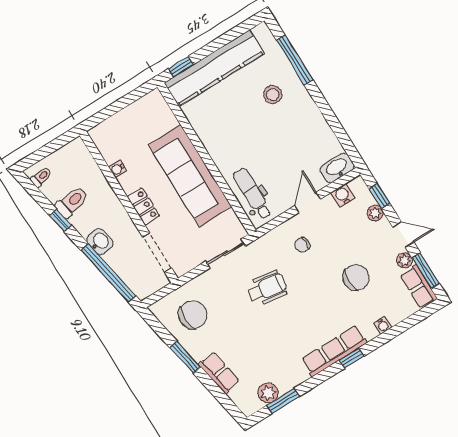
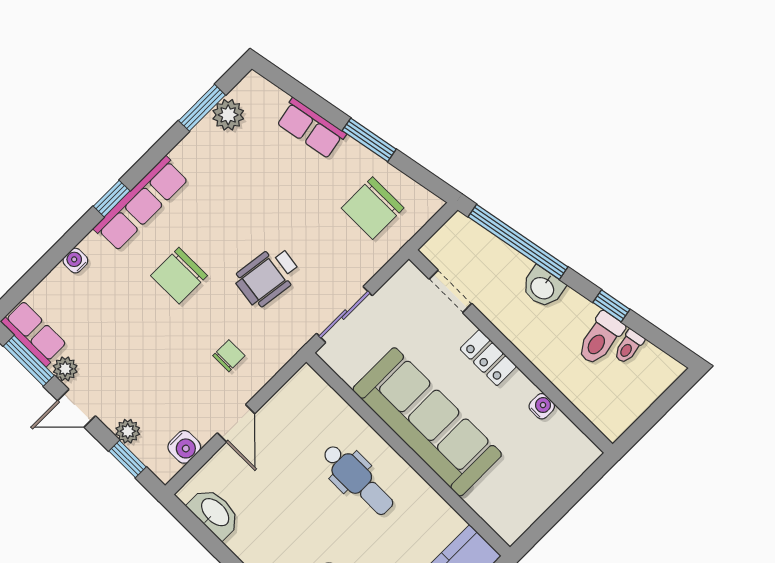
washbasin: (337, 168) -> (215, 513), moved, turned -90
toilet: (41, 177) -> (629, 347), moved
dental chair: (252, 194) -> (358, 480), moved
doorway: (157, 253) -> (450, 291), width x0.73
chair: (356, 277) -> (179, 276), moved

